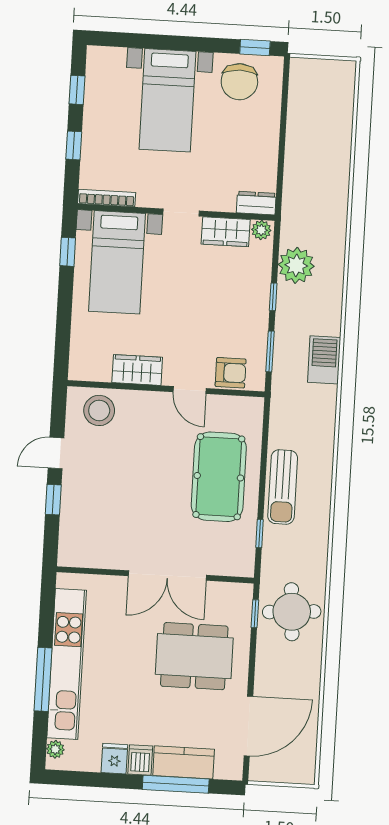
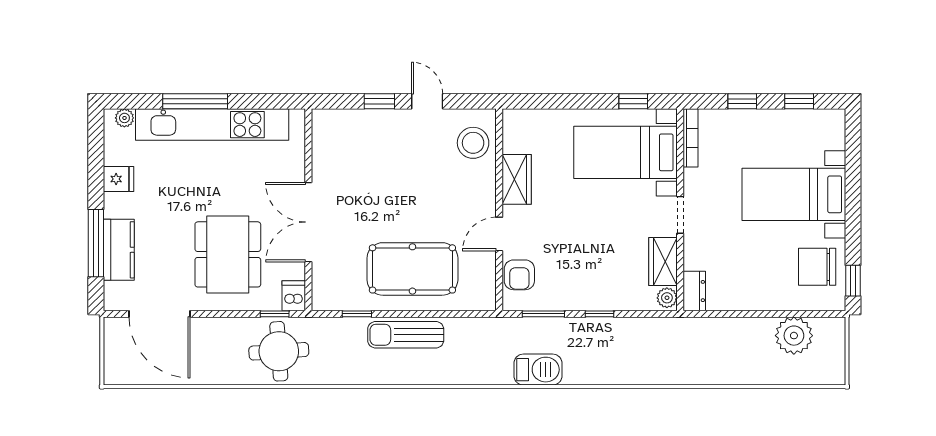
plant: (296, 265) -> (794, 336), moved
dishwasher: (140, 760) -> (294, 296), moved, turned -90

